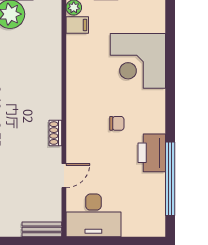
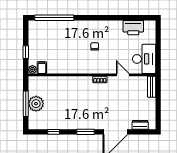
corner desk: (138, 61) -> (61, 35), removed
printer: (152, 153) -> (133, 28), moved
window: (170, 179) -> (54, 18), moved

